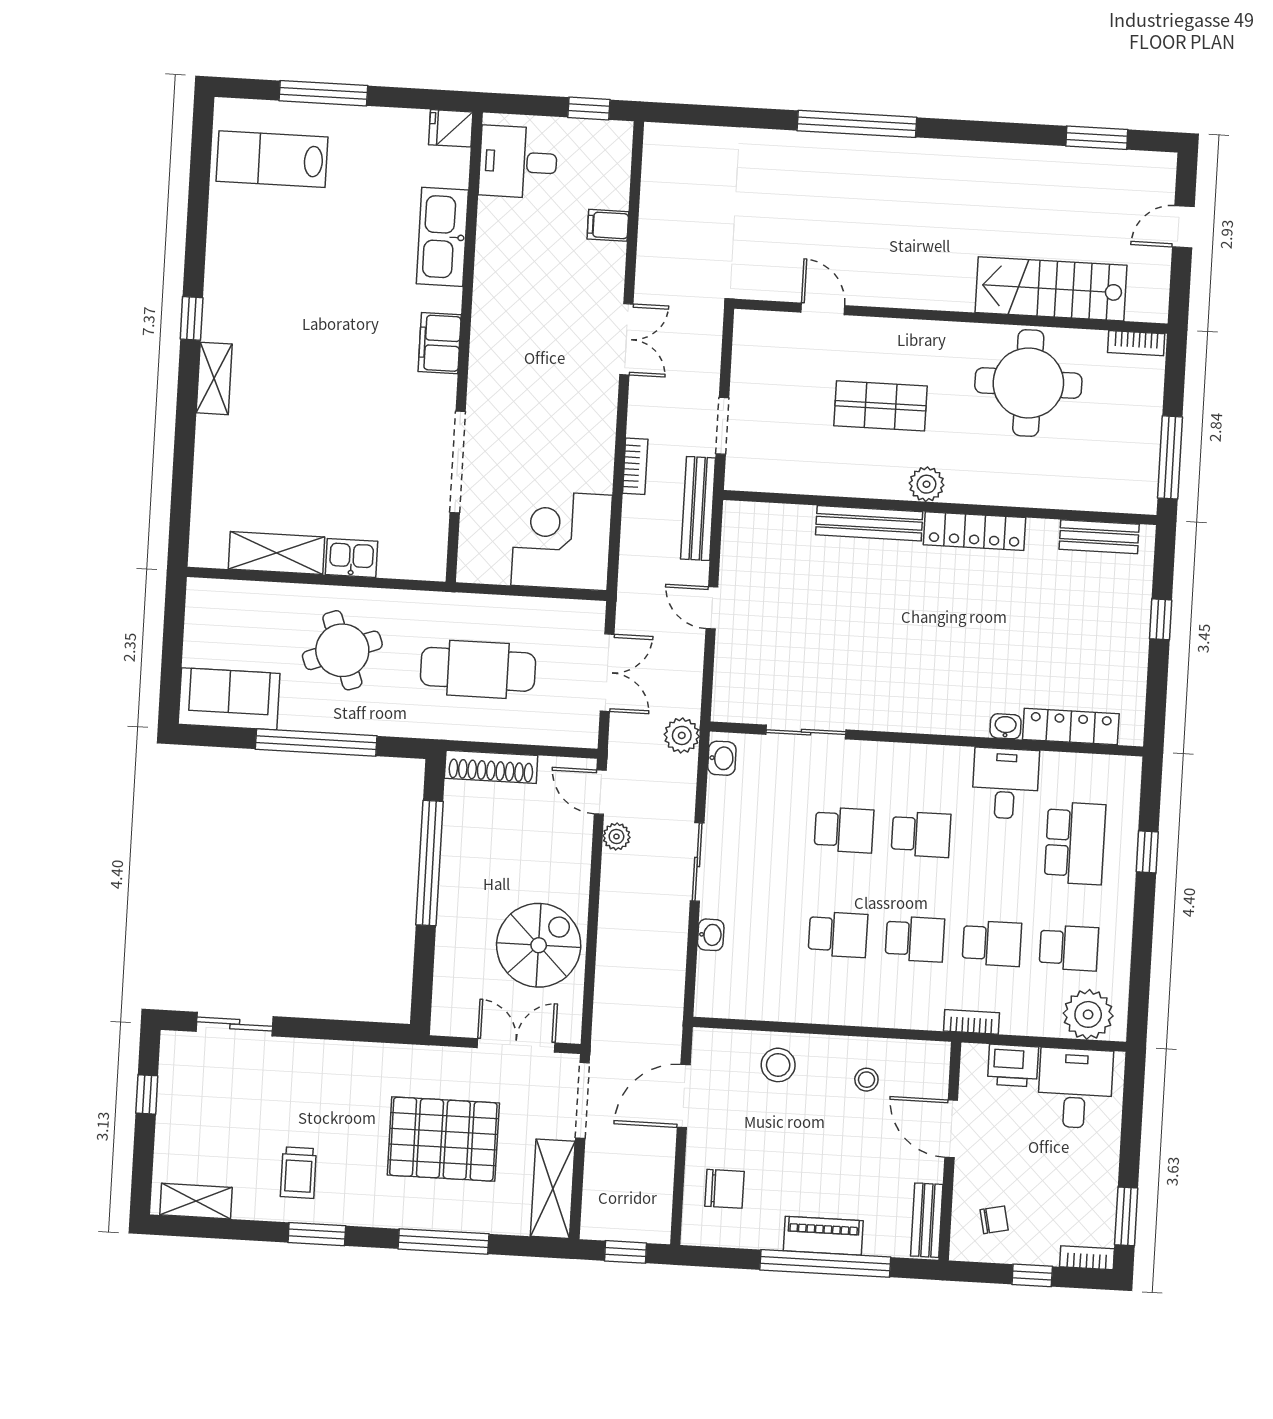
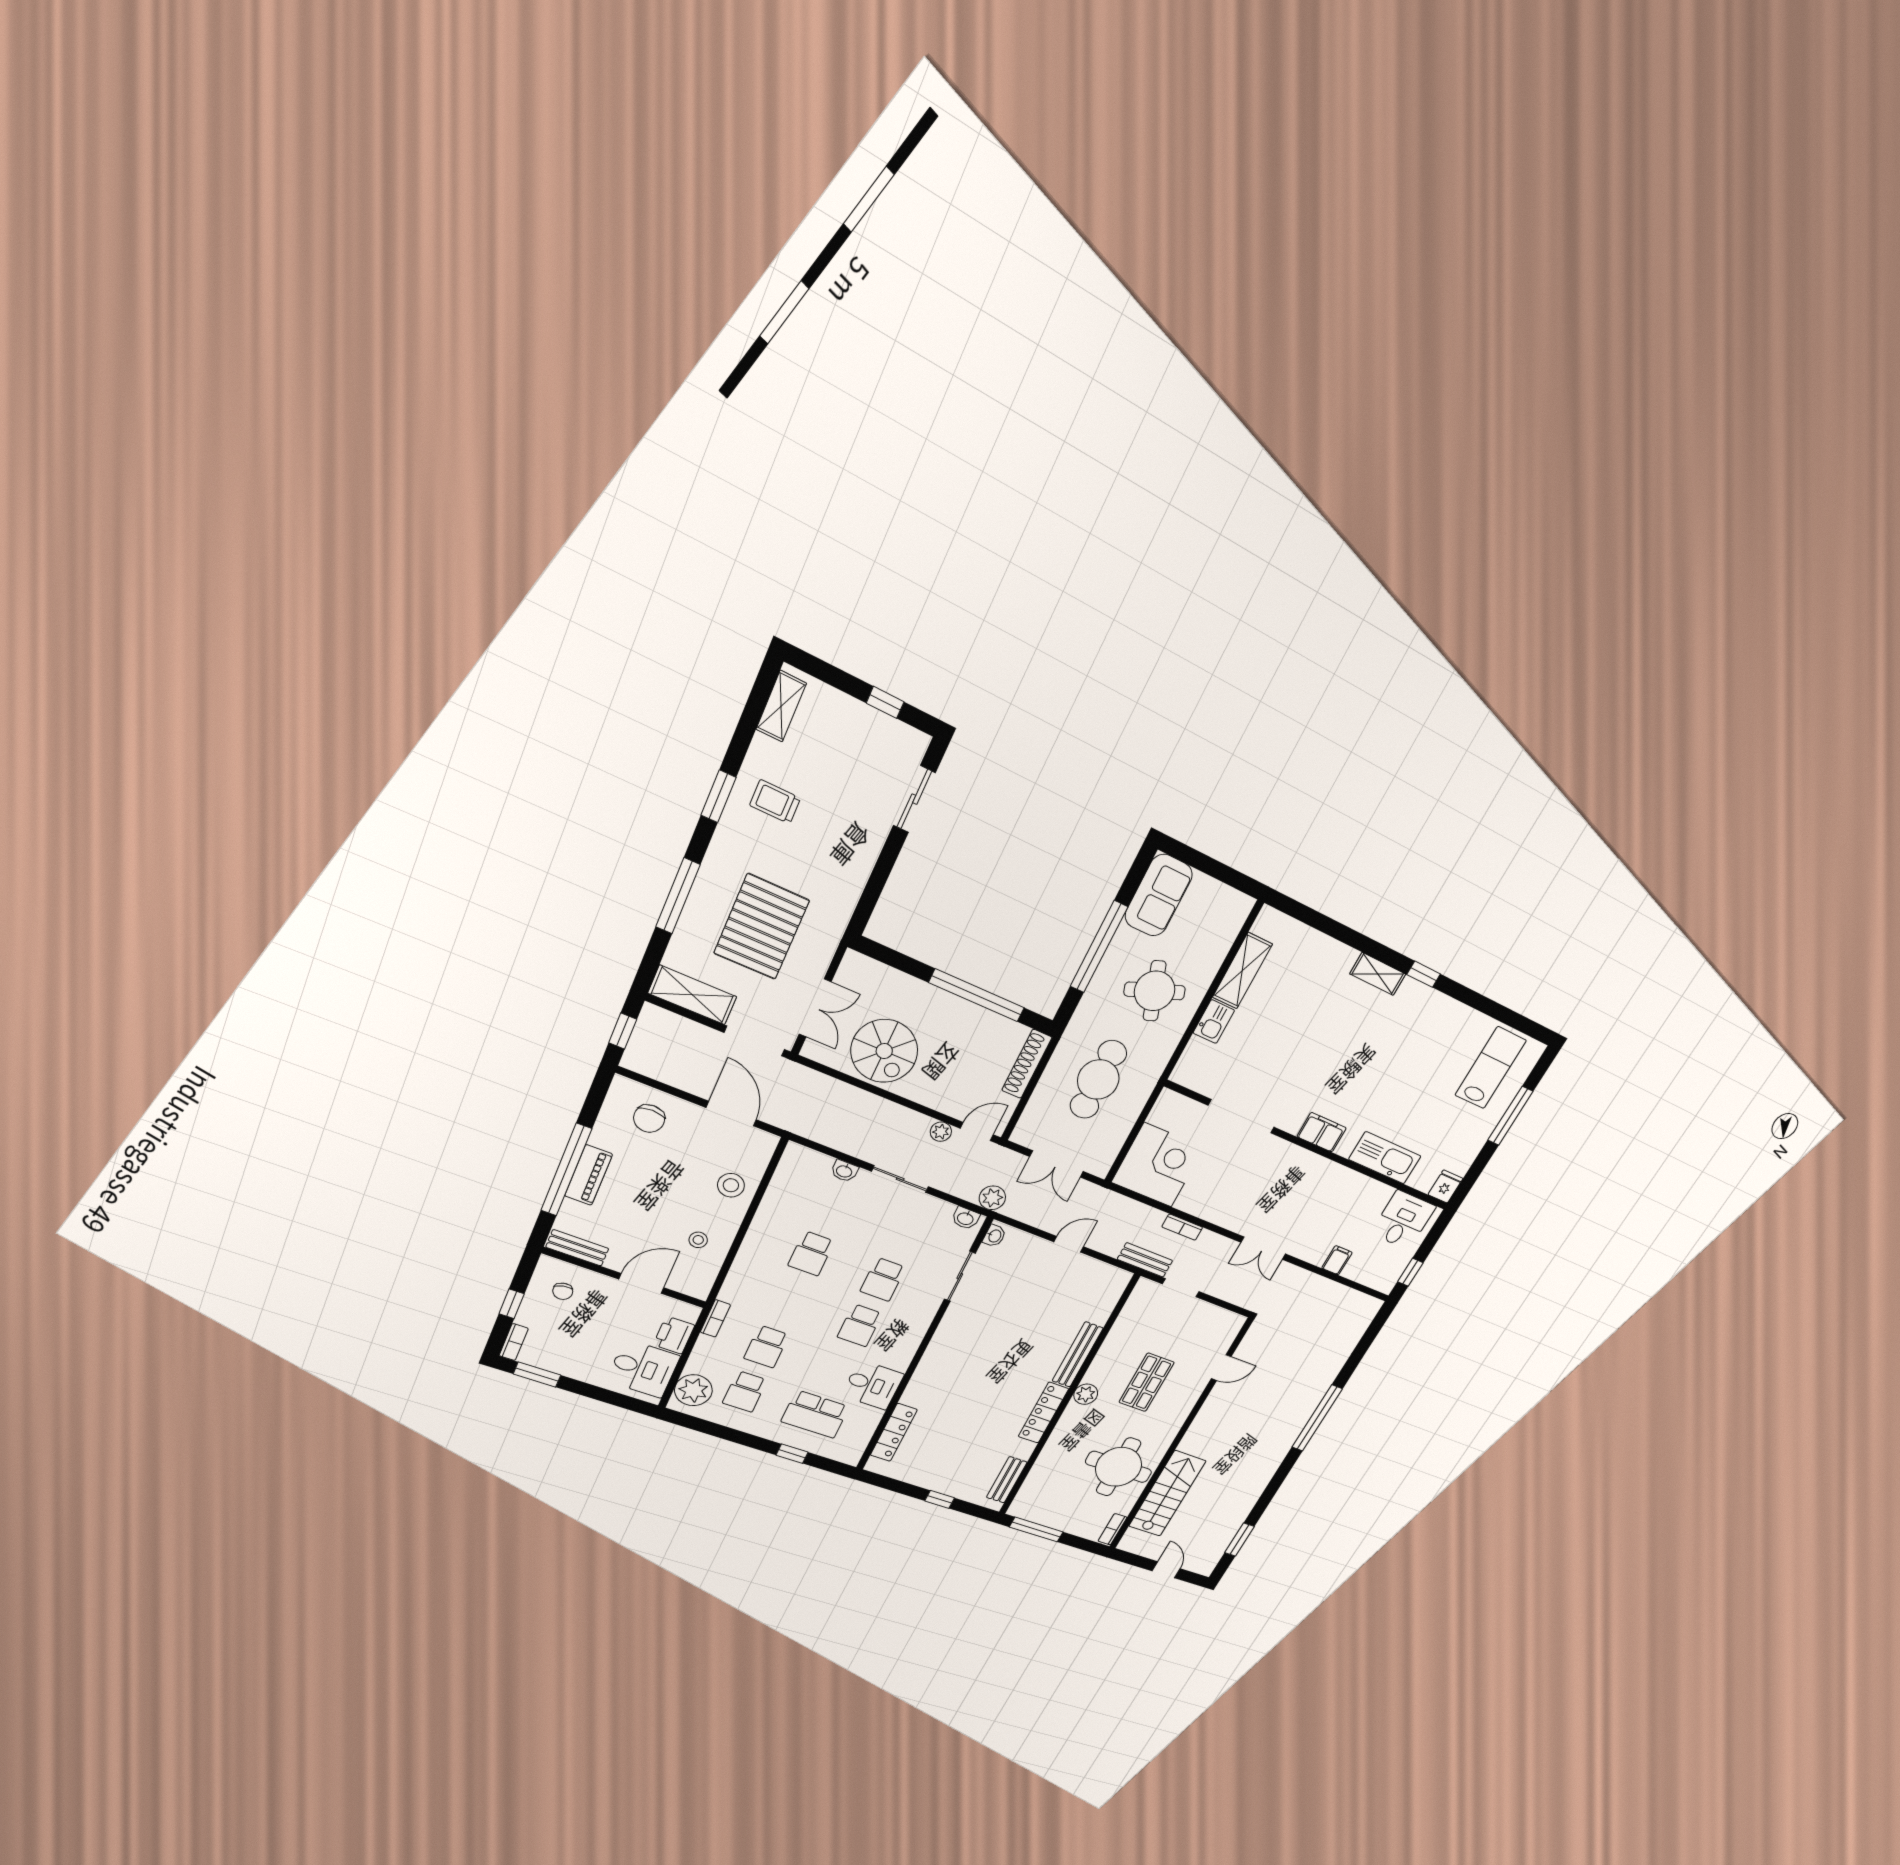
bench: (698, 508) -> (1145, 1260), width x0.73
washbasin: (1006, 726) -> (994, 1236), moved
school desk: (915, 939) -> (788, 1301), removed

